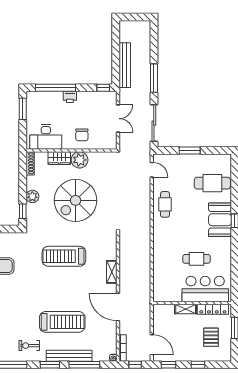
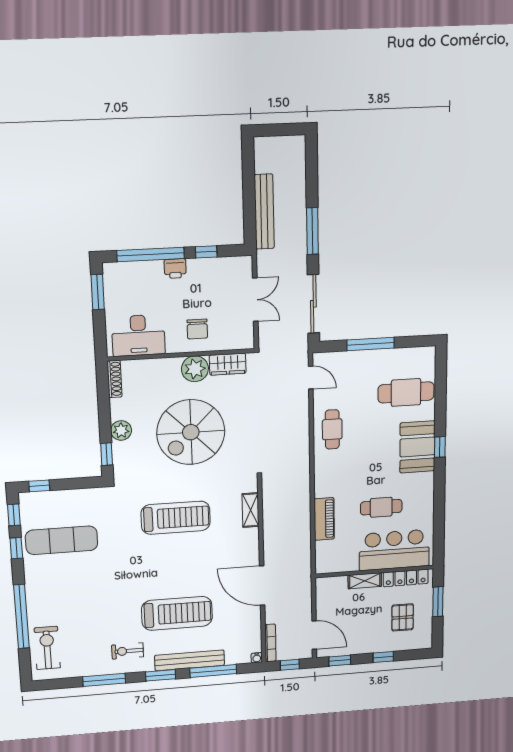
window: (103, 88) -> (206, 252), moved
window: (190, 150) -> (371, 344), width x1.44
wardrobe: (59, 158) -> (228, 364), moved
treadmill: (64, 256) -> (176, 518), turned 180
piano: (159, 264) -> (324, 519), added
shelving: (112, 272) -> (251, 510), moved

